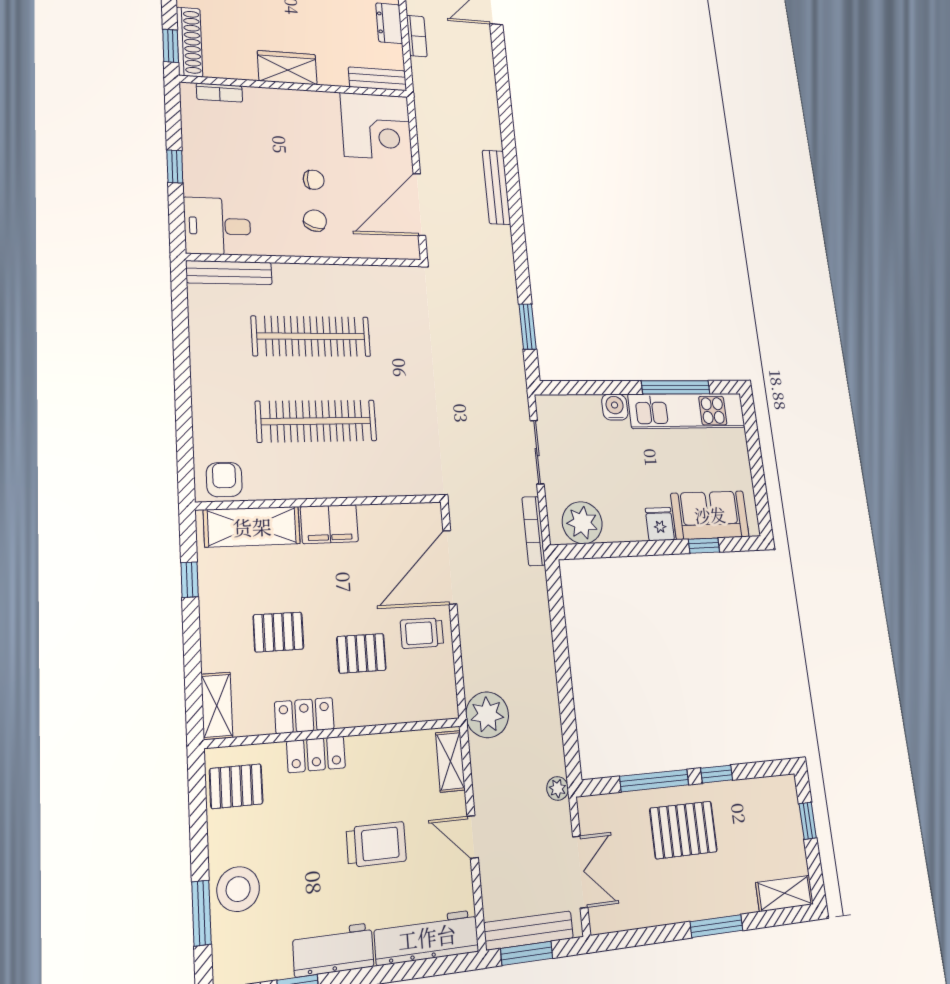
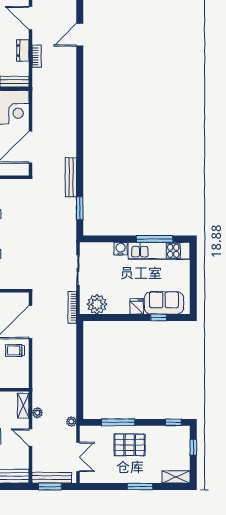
bench: (496, 187) -> (71, 177), moved
plant: (487, 715) -> (37, 413), moved, width x0.53, depth x0.53
window: (717, 774) -> (173, 422), moved

